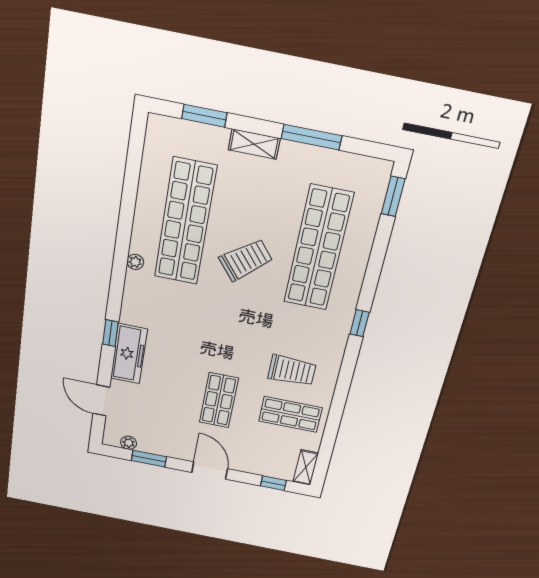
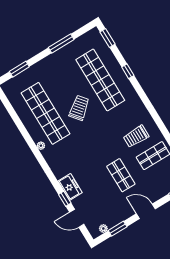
shelving: (254, 144) -> (44, 63), removed
window: (360, 323) -> (128, 71), moved
window: (110, 333) -> (65, 199), moved
freezer: (129, 354) -> (70, 187), width x0.71
trolley: (292, 370) -> (136, 136), turned 180

